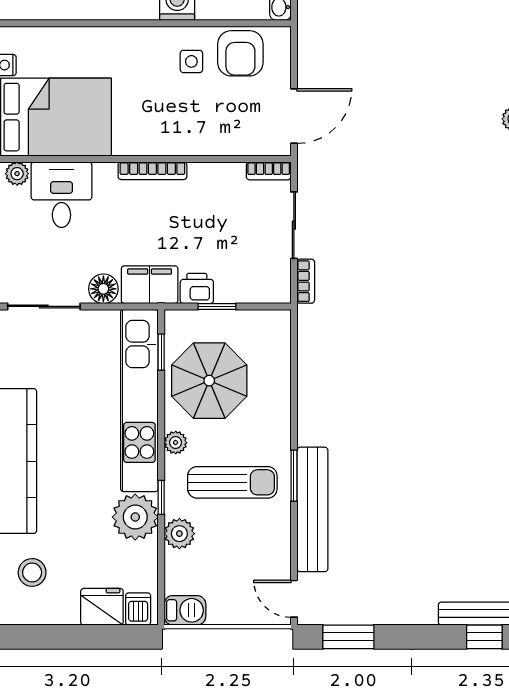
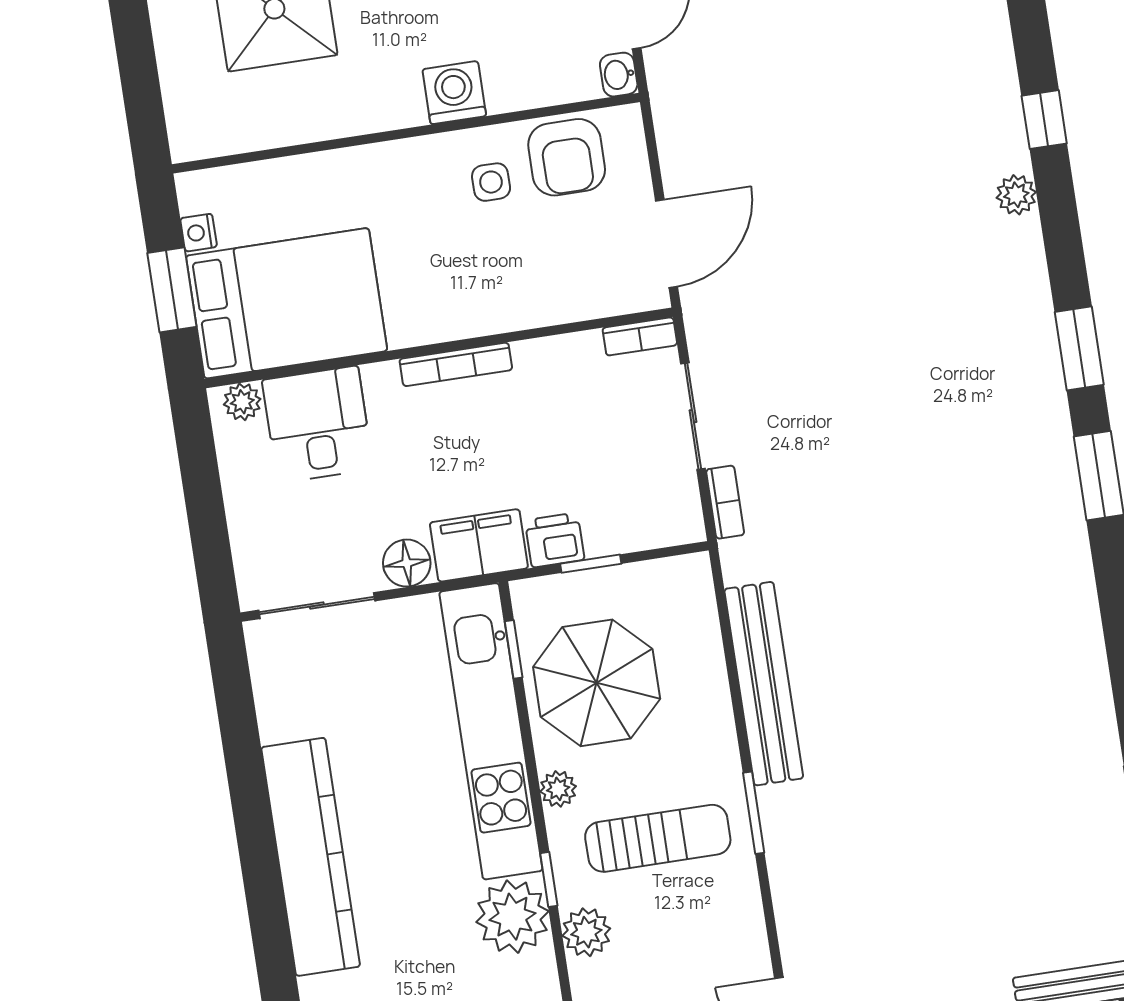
bench: (312, 509) -> (764, 684), moved

